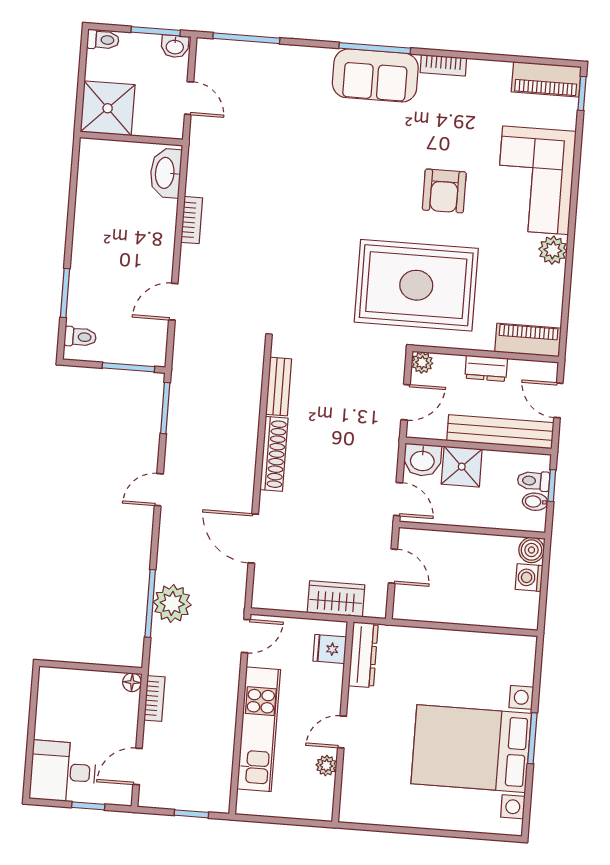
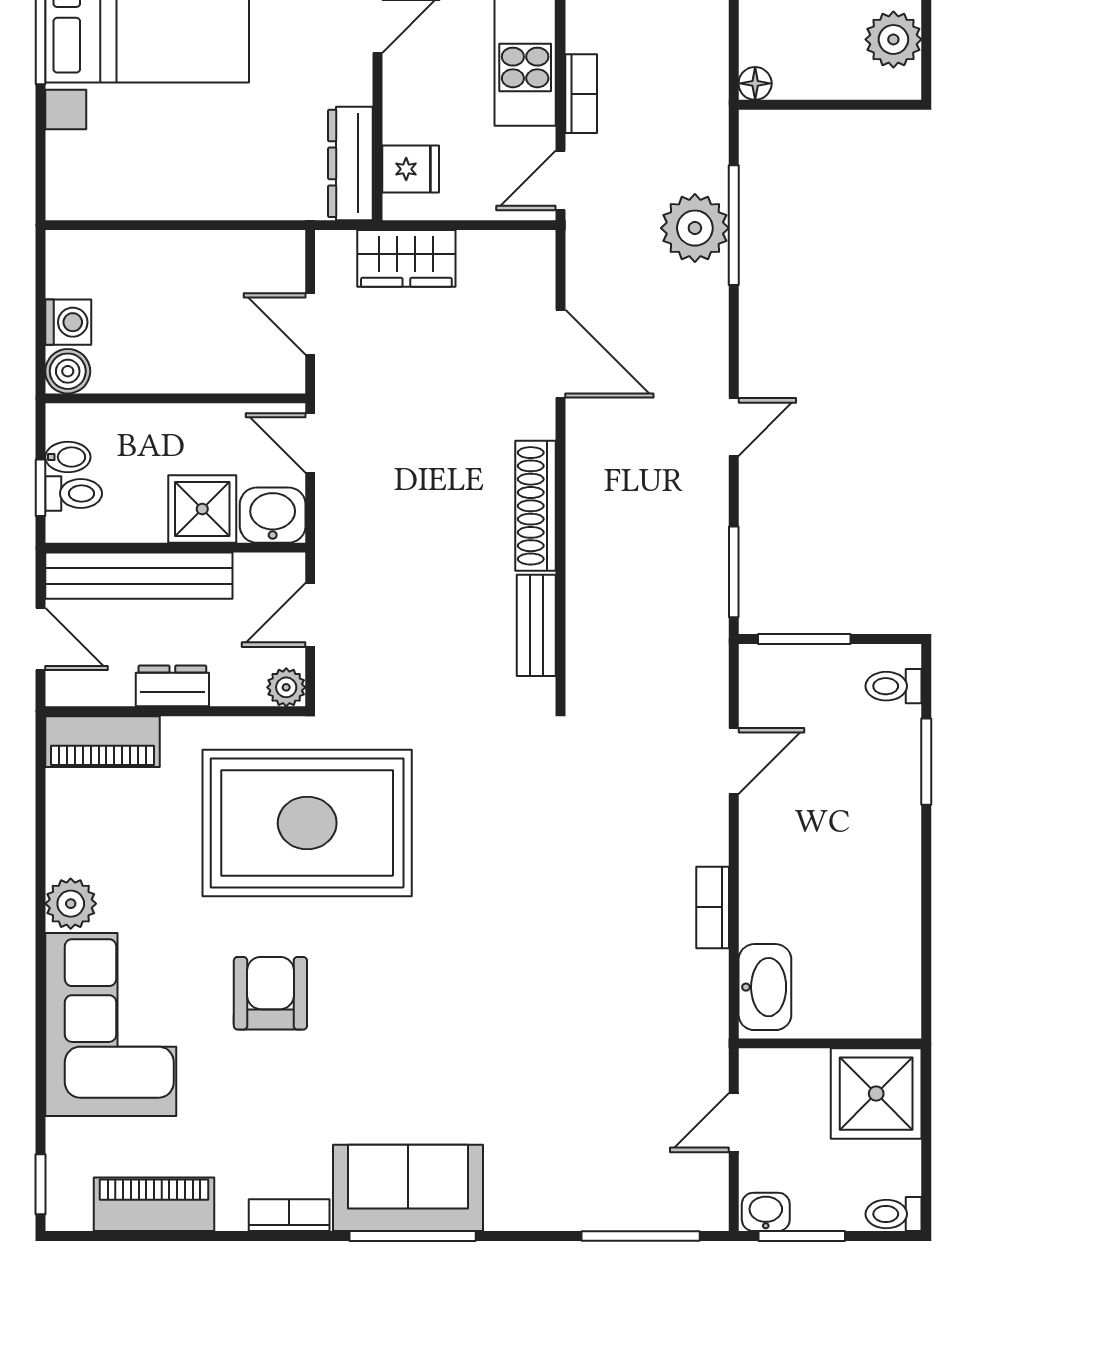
piano: (546, 79) -> (154, 1204), moved
door: (189, 98) -> (734, 1123), hinge flipped
bookcase: (155, 698) -> (581, 94), moved, turned 180
plant: (52, 701) -> (893, 39), added

